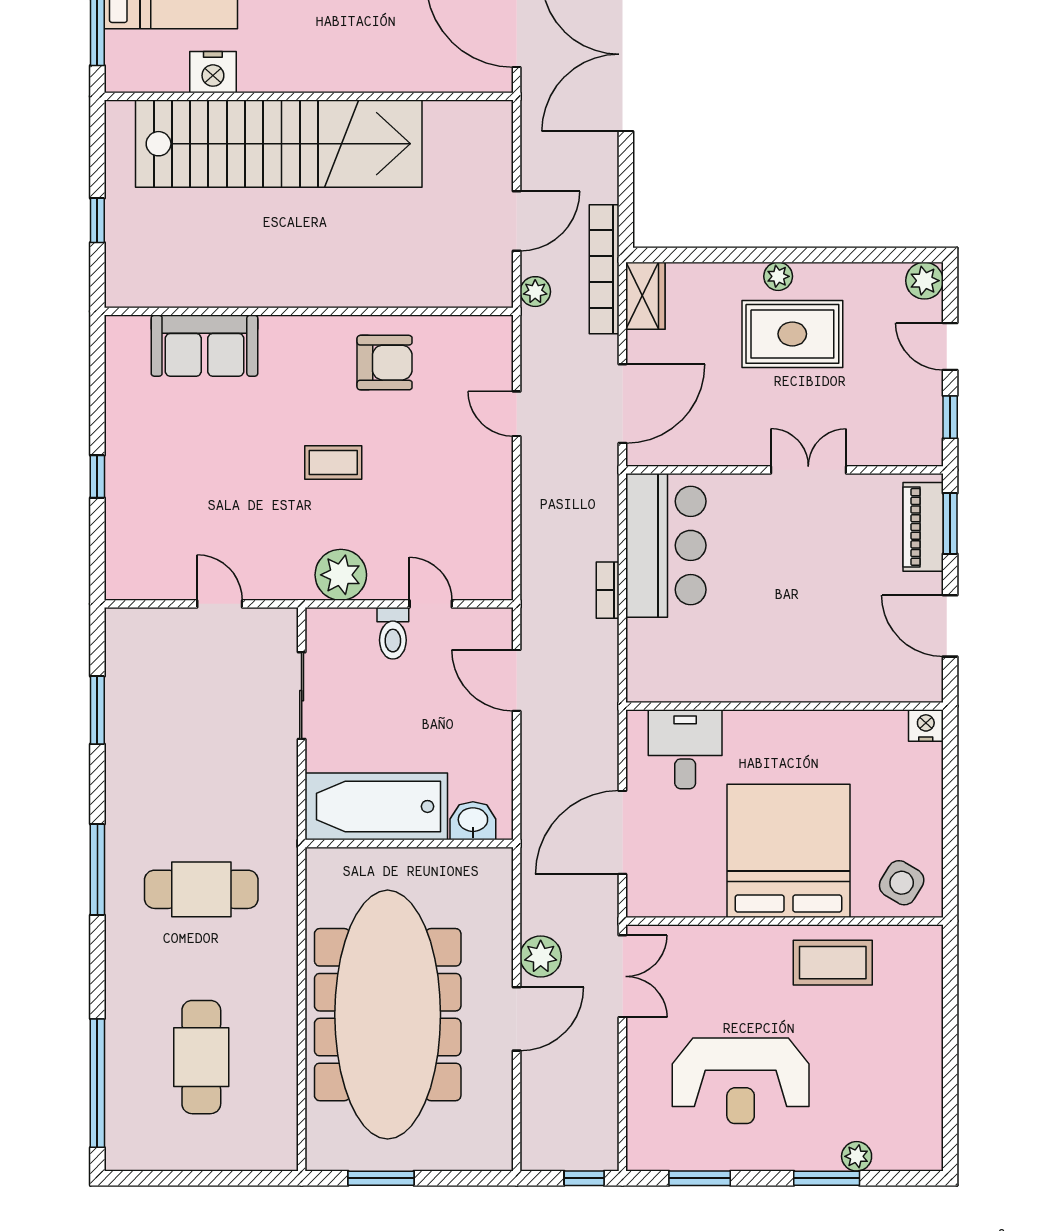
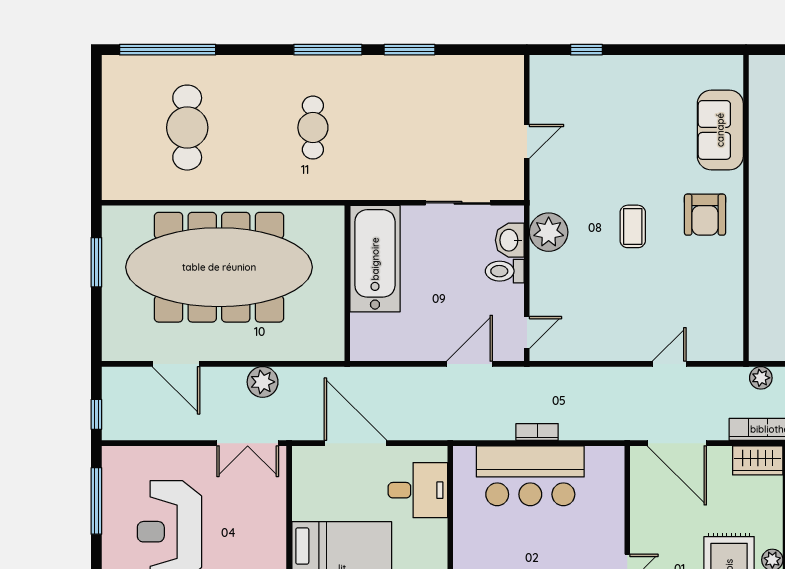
armchair: (385, 363) -> (705, 215), moved
window: (97, 476) -> (586, 50), moved
bar counter: (666, 545) -> (530, 476), moved
door: (431, 604) -> (527, 333), moved
window: (97, 710) -> (409, 50), moved
washbasin: (473, 821) -> (510, 240), moved, turned 180
cafe table: (201, 889) -> (313, 128), width x0.73, depth x0.74
door: (517, 1019) -> (176, 364), moved
cafe table: (201, 1057) -> (187, 128), turned 90
window: (700, 1178) -> (96, 501), width x1.44

